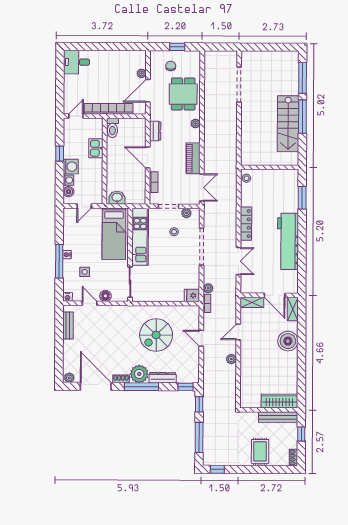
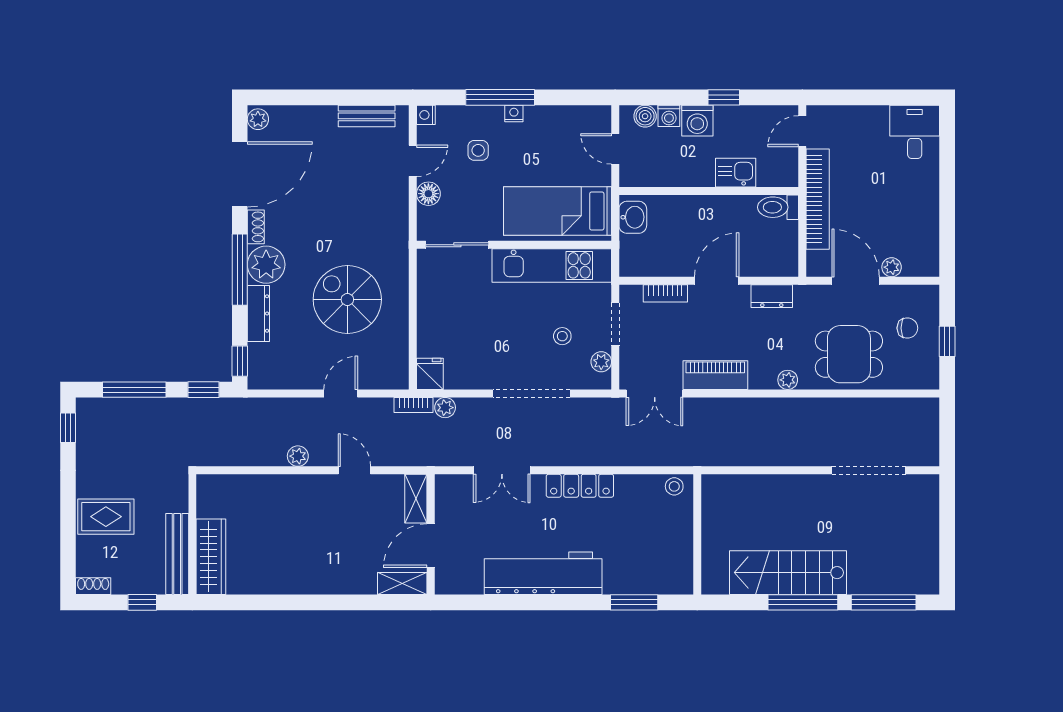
door: (76, 116) -> (802, 131), swing flipped
boiler: (288, 341) -> (336, 574), removed

